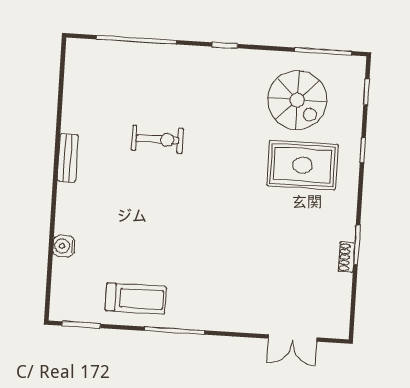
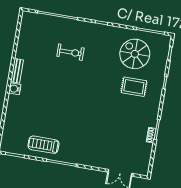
spiral stairs: (297, 100) -> (135, 54), turned 180
exercise bike: (157, 139) -> (70, 52), moved
rug: (302, 165) -> (134, 87), width x0.73, depth x0.70
water cooler: (64, 246) -> (15, 89), moved
treadmill: (136, 298) -> (44, 145), turned 180

